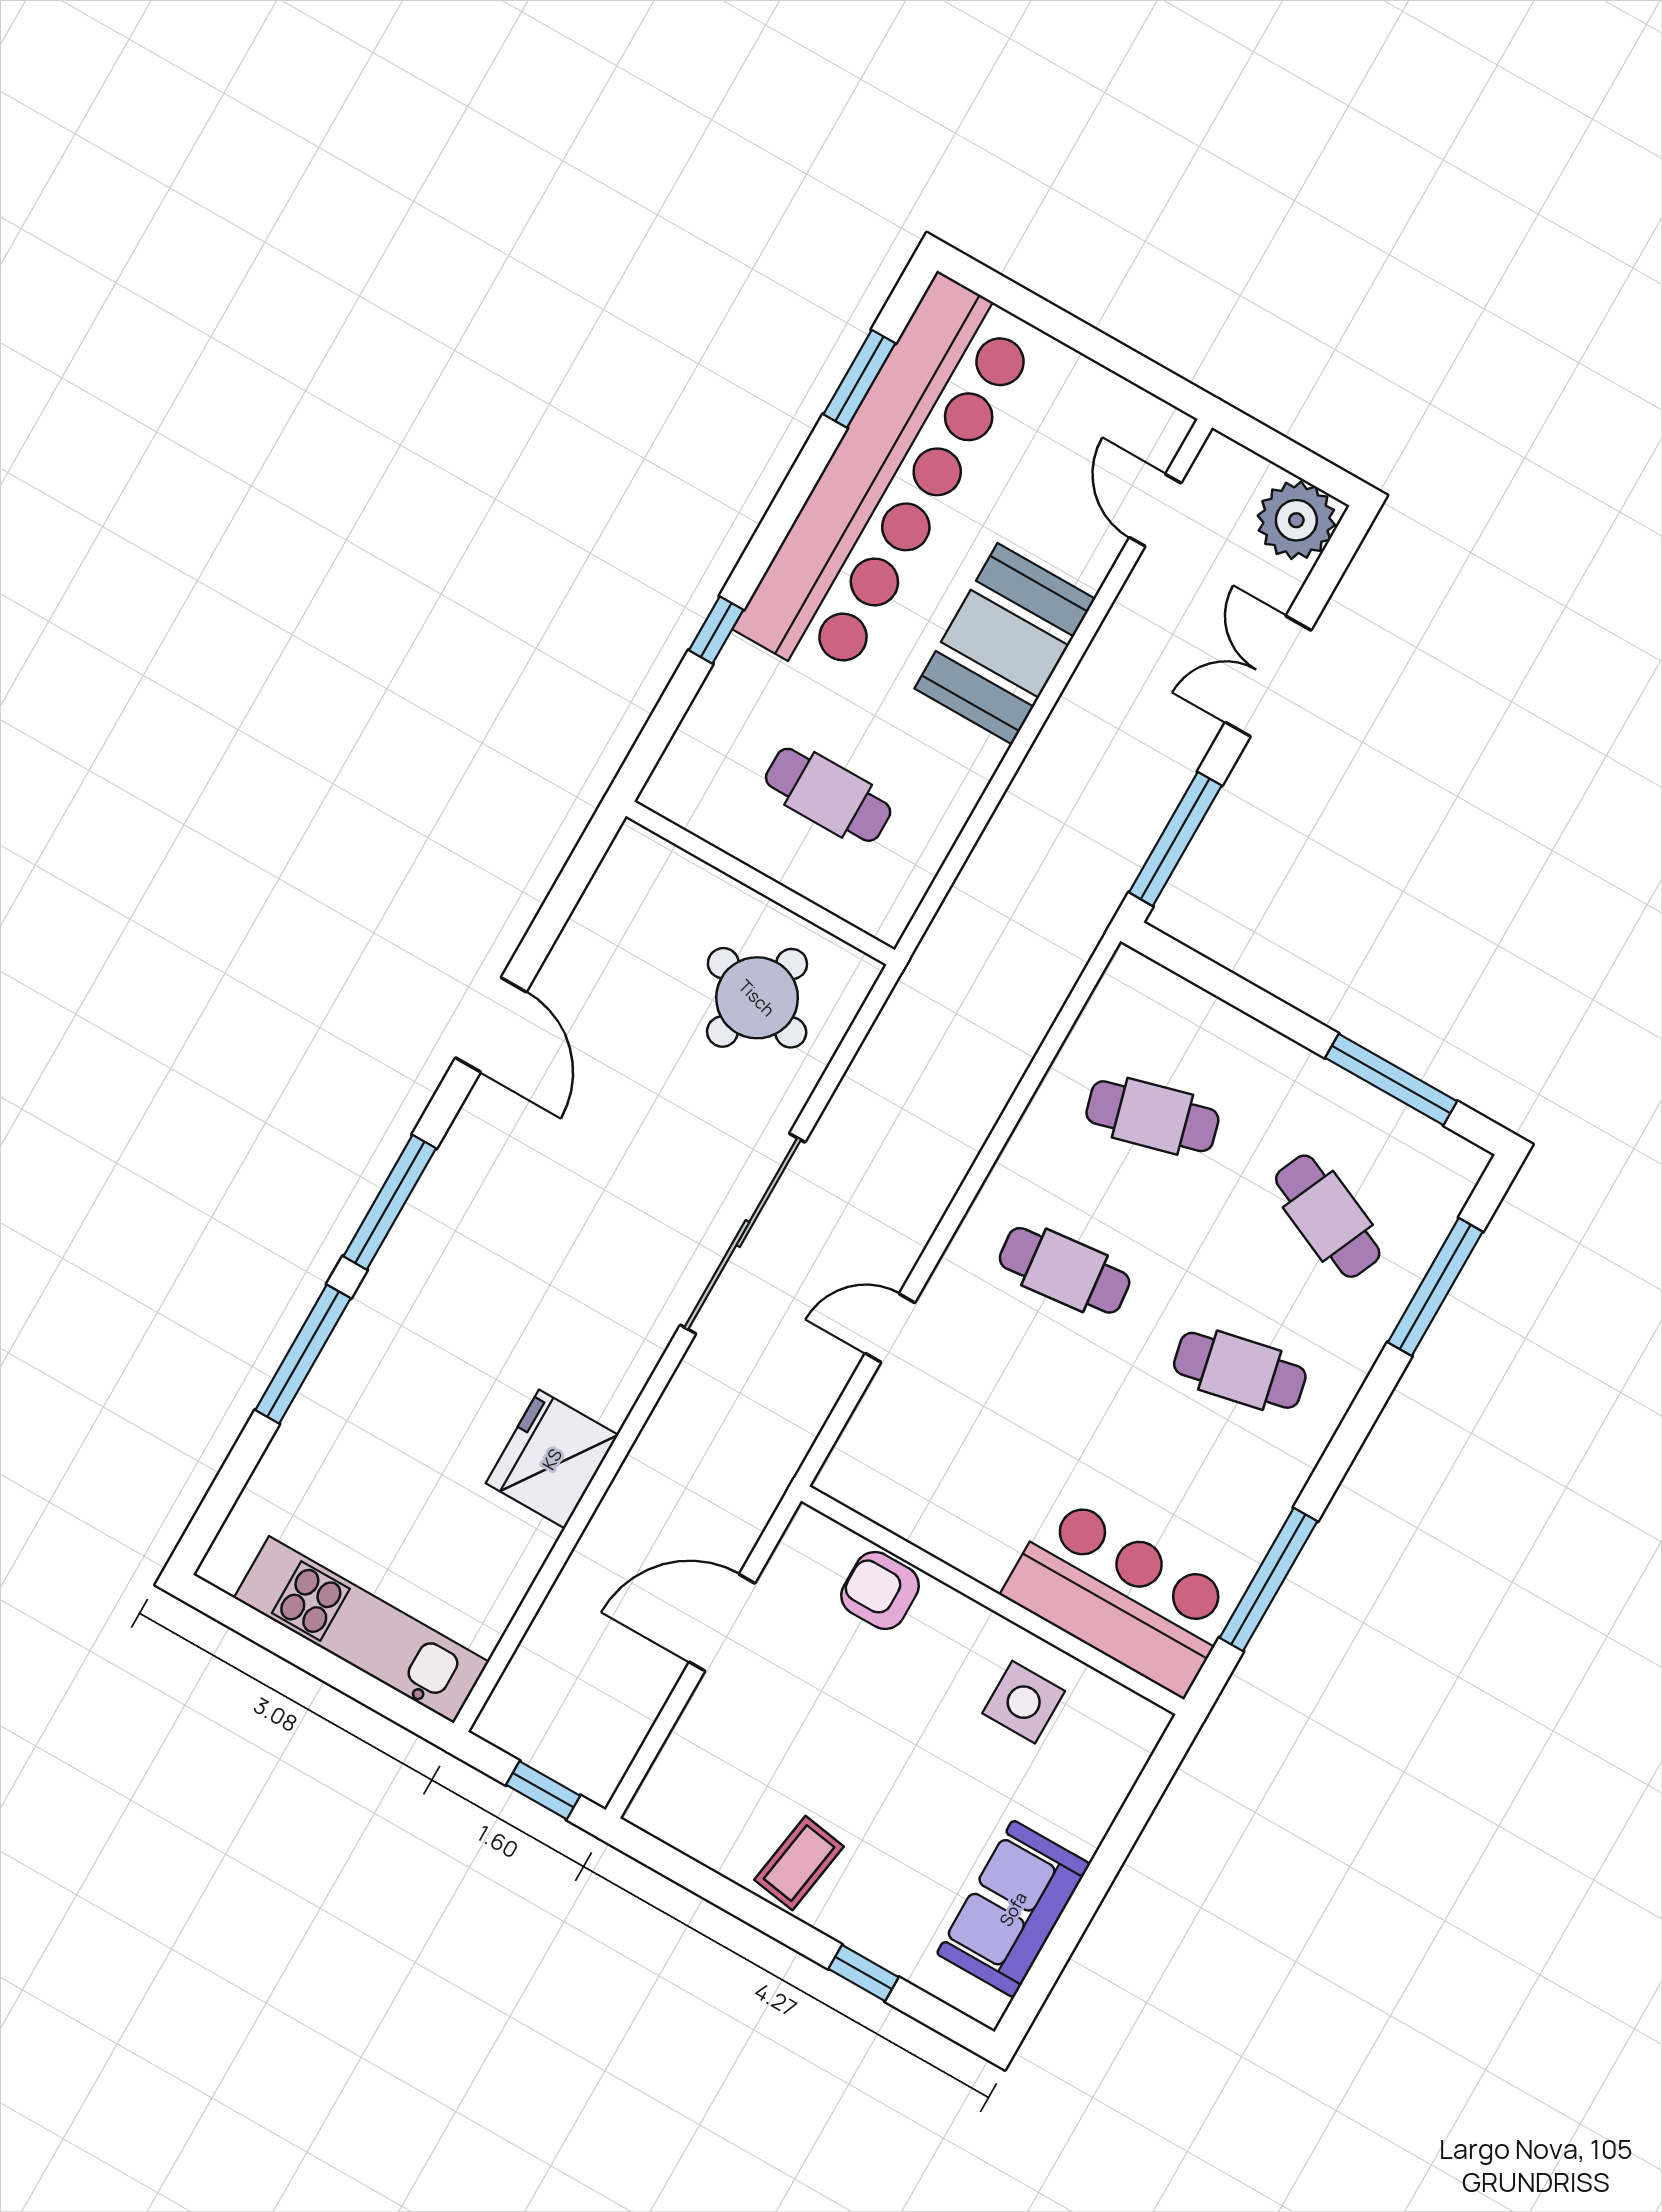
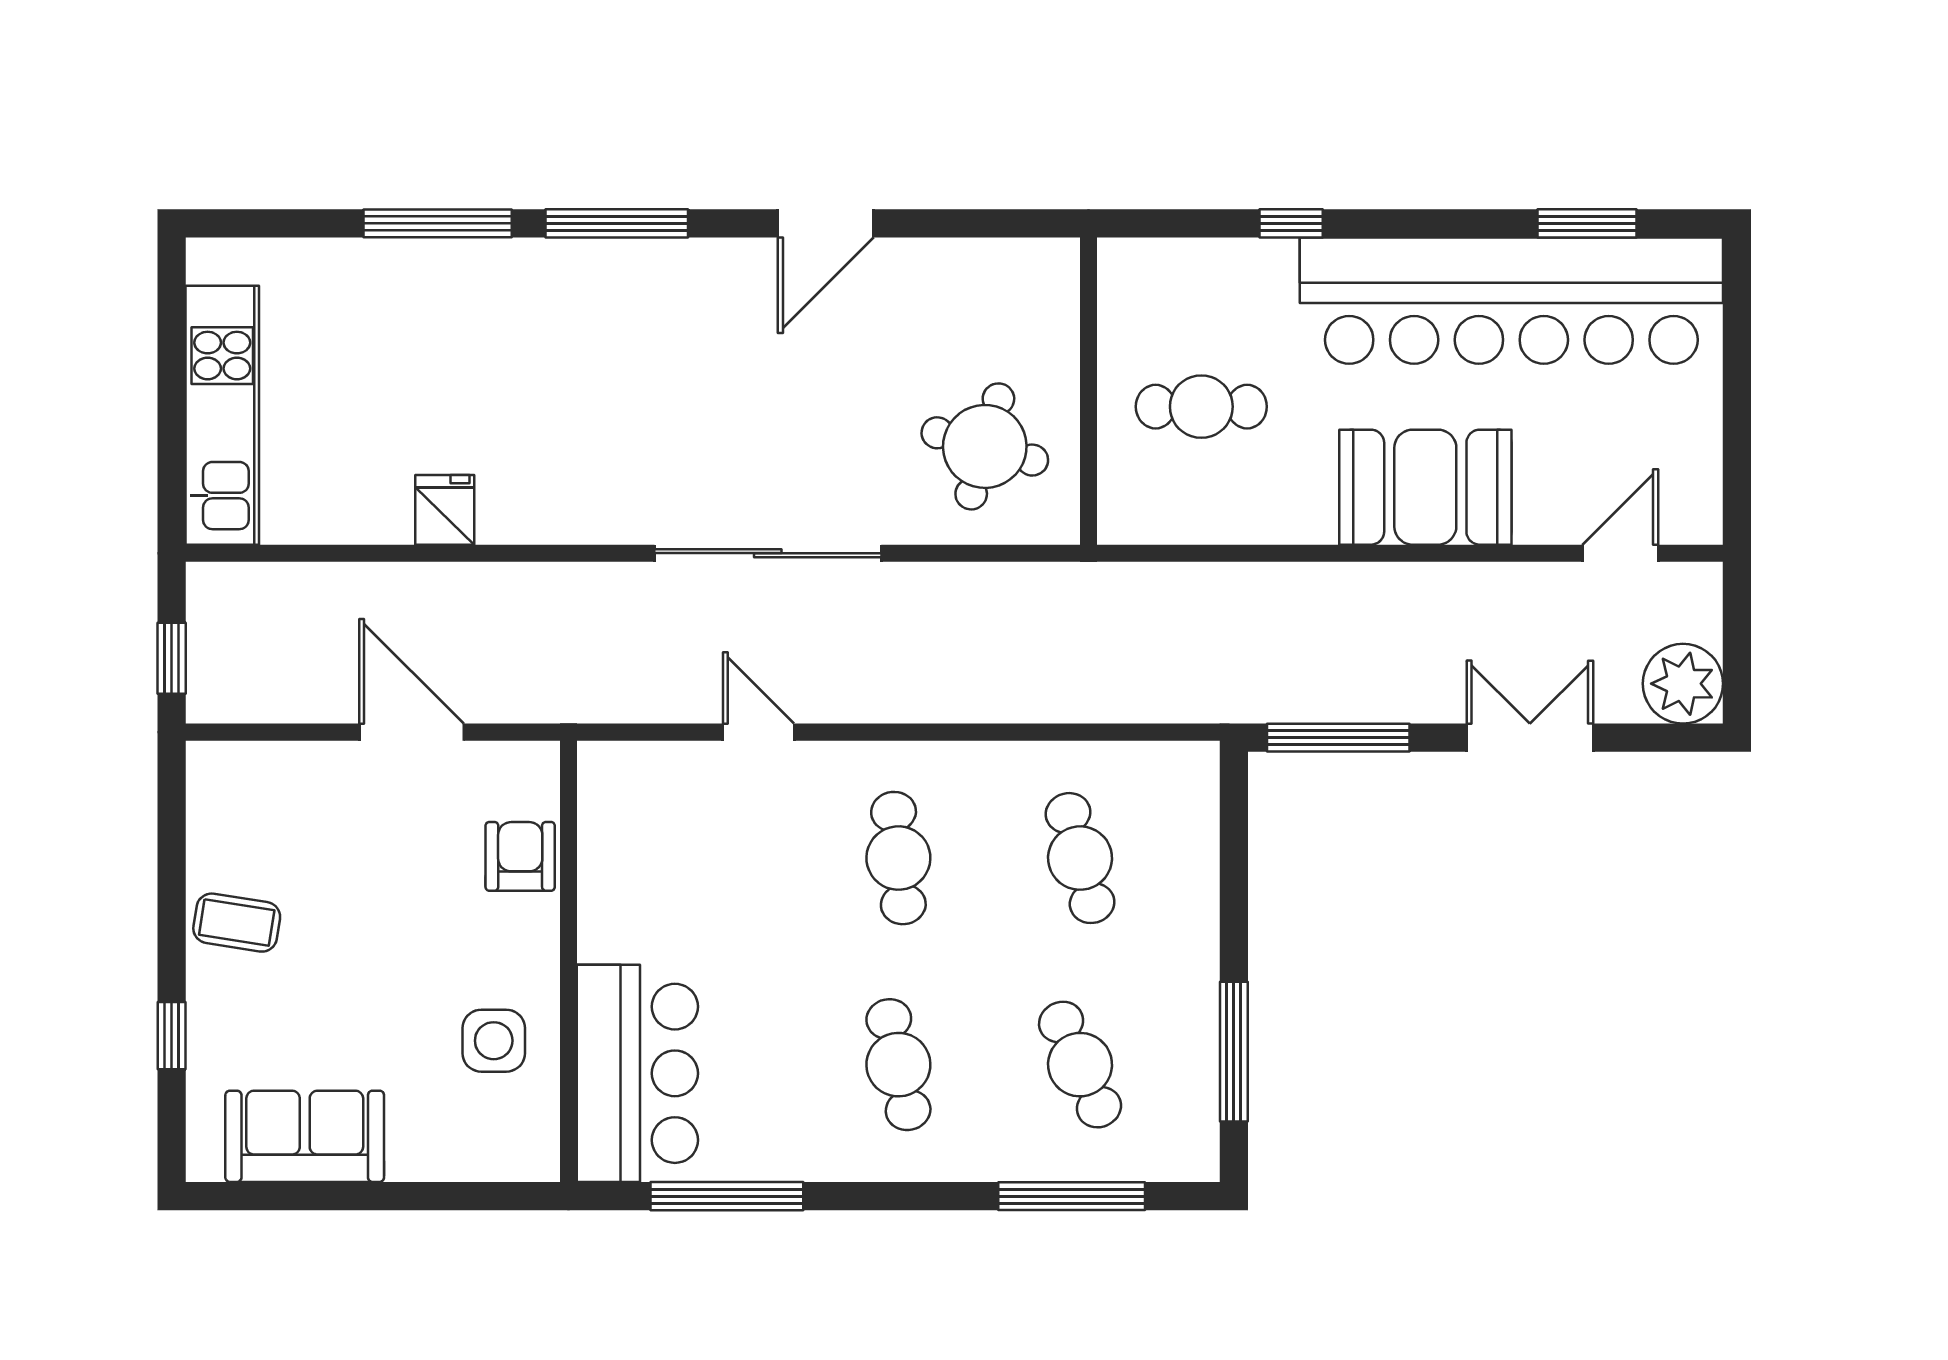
cafe table: (828, 795) -> (1201, 407), turned 90
cafe table: (1328, 1216) -> (1080, 1065), turned -48
fridge: (552, 1459) -> (445, 510), width x0.53, depth x0.75

